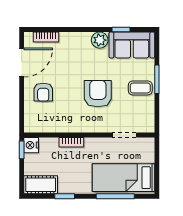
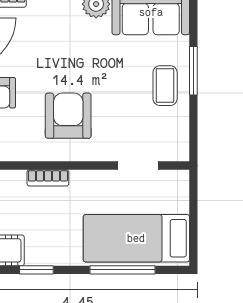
coffee table: (140, 88) -> (165, 86), turned 90
armchair: (98, 94) -> (68, 116), moved

